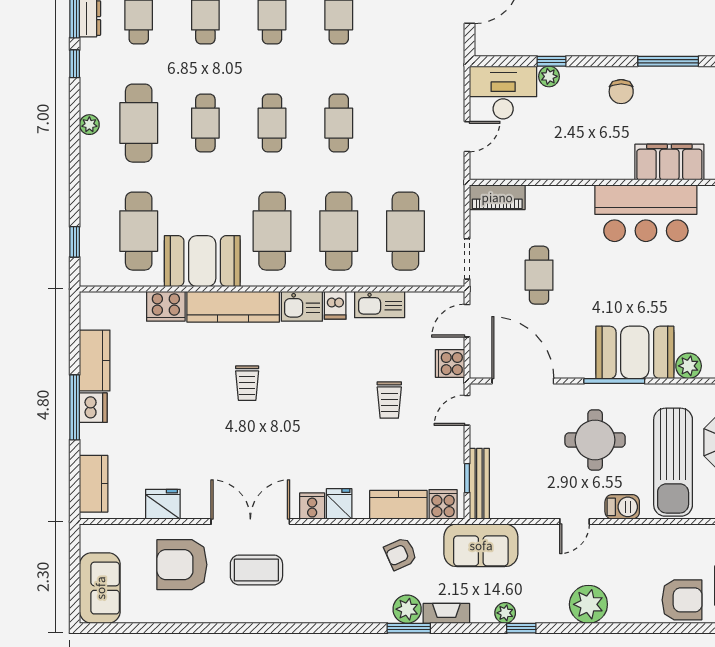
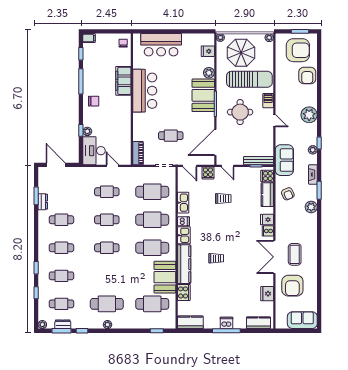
cafe table: (205, 123) -> (107, 192), moved
kitchen counter: (95, 361) -> (190, 322), moved
armchair: (682, 600) -> (307, 76), turned 180
plant: (407, 609) -> (311, 207), moved

